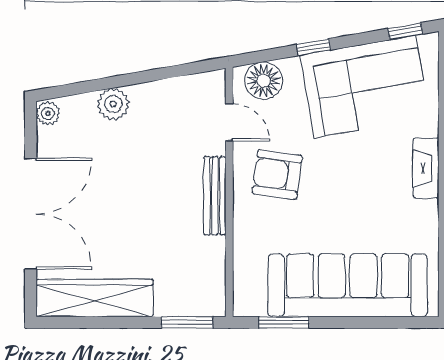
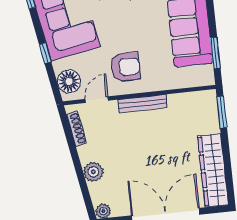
shoe rack: (186, 84) -> (76, 129), added
armchair: (277, 175) -> (125, 67), turned -98

